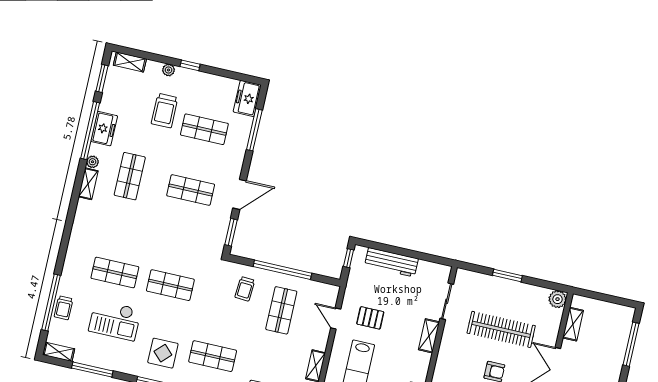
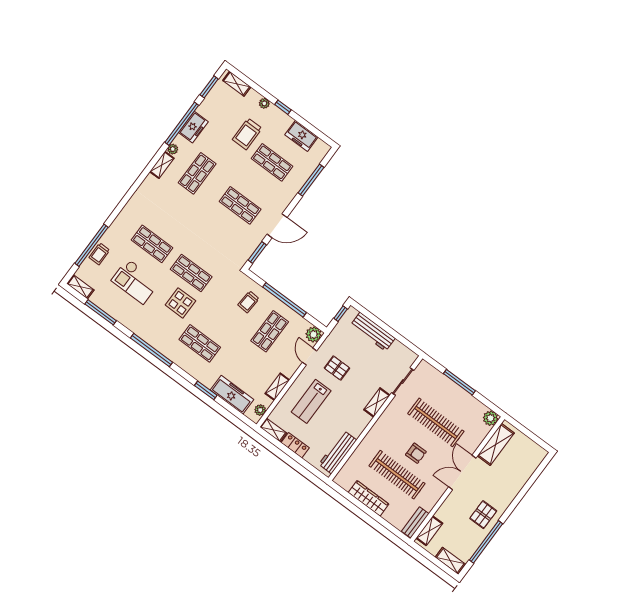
freezer: (247, 98) -> (301, 136), moved, turned -90
window: (507, 275) -> (459, 382), width x1.44
plant: (330, 293) -> (314, 335), added
shelving: (573, 324) -> (496, 444), width x1.50, depth x1.33
window: (631, 344) -> (533, 479), removed
display table: (163, 353) -> (180, 303), moved

